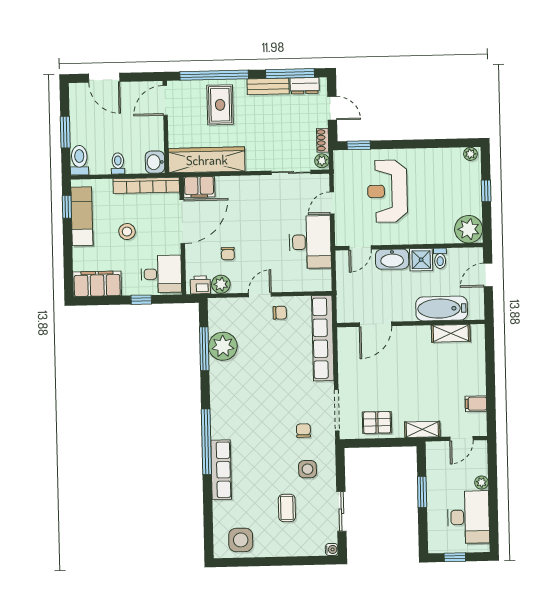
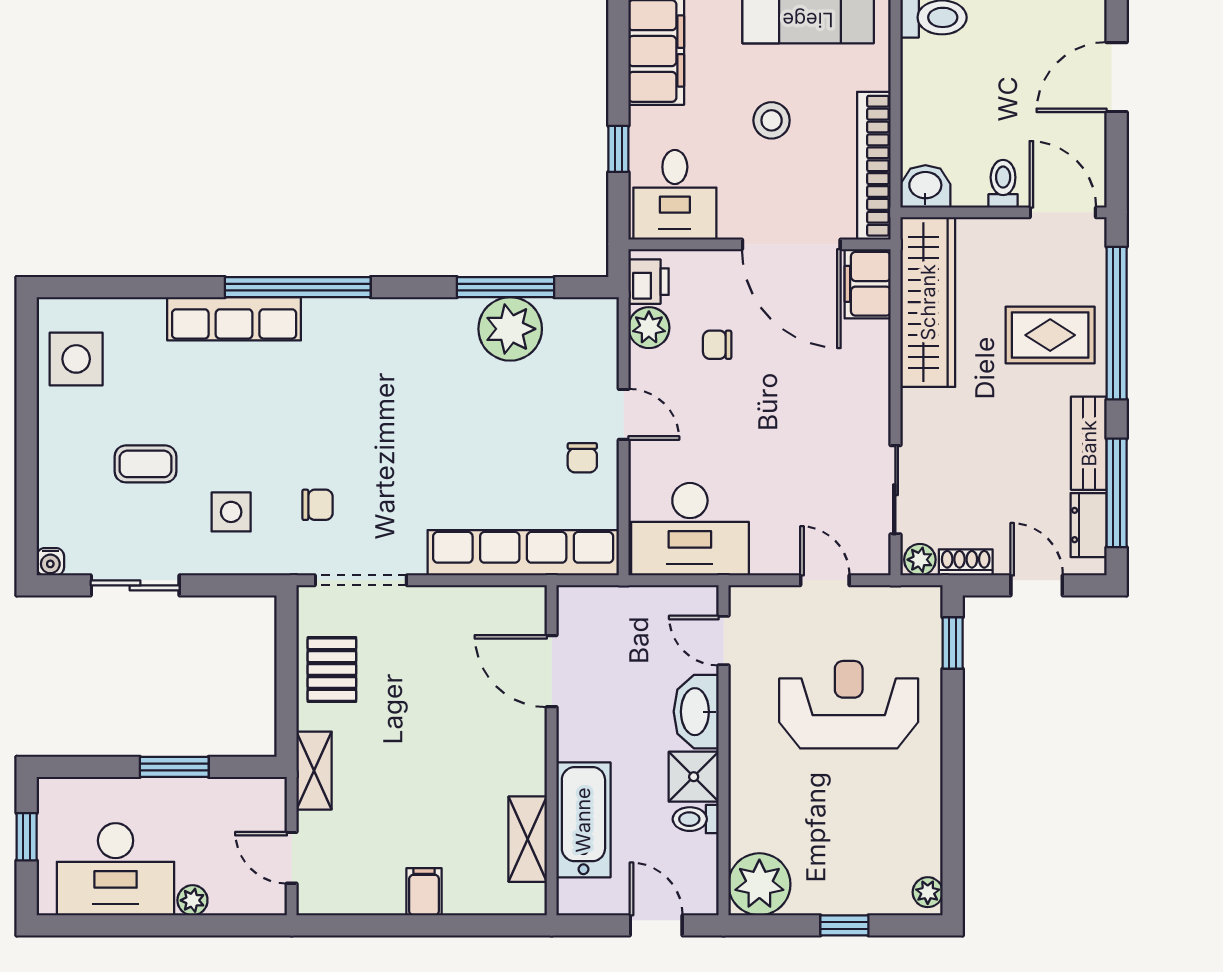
door: (332, 108) -> (1037, 585), swing flipped
toilet: (118, 163) -> (1003, 184), moved, turned -90
desk: (310, 242) -> (690, 529), moved
filing cabinet: (476, 404) -> (424, 892), moved

